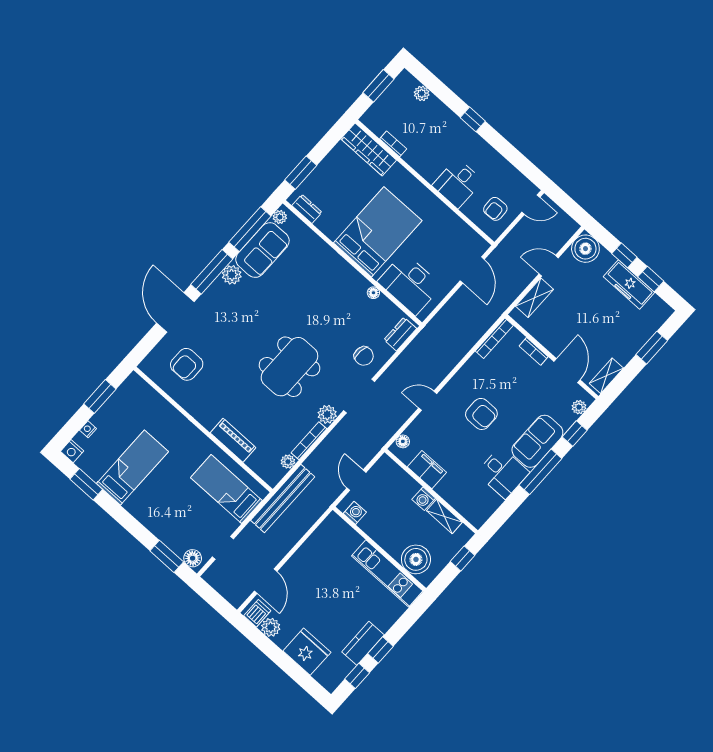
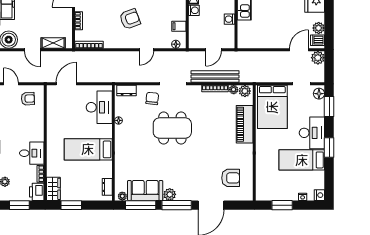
printer: (376, 120) -> (37, 192), added
wardrobe: (369, 149) -> (53, 189), width x0.67
window: (301, 173) -> (71, 205), moved
desk: (458, 183) -> (32, 153), moved
bed: (378, 232) -> (88, 149), width x0.67
dining table: (289, 367) -> (172, 128), moved
door: (428, 401) -> (146, 50), hinge flipped
plant: (327, 414) -> (245, 91), moved
armchair: (481, 414) -> (130, 19), turned 70
piano: (233, 440) -> (245, 124), width x1.37, depth x1.33
filing cabinet: (427, 470) -> (179, 26), width x0.50
window: (86, 484) -> (329, 148), moved
bed: (226, 489) -> (272, 107), width x1.50
bench: (283, 499) -> (215, 76), moved
desk: (154, 508) -> (312, 133), added
washing machine: (355, 513) -> (229, 19), moved
plant: (236, 595) -> (318, 58), added

